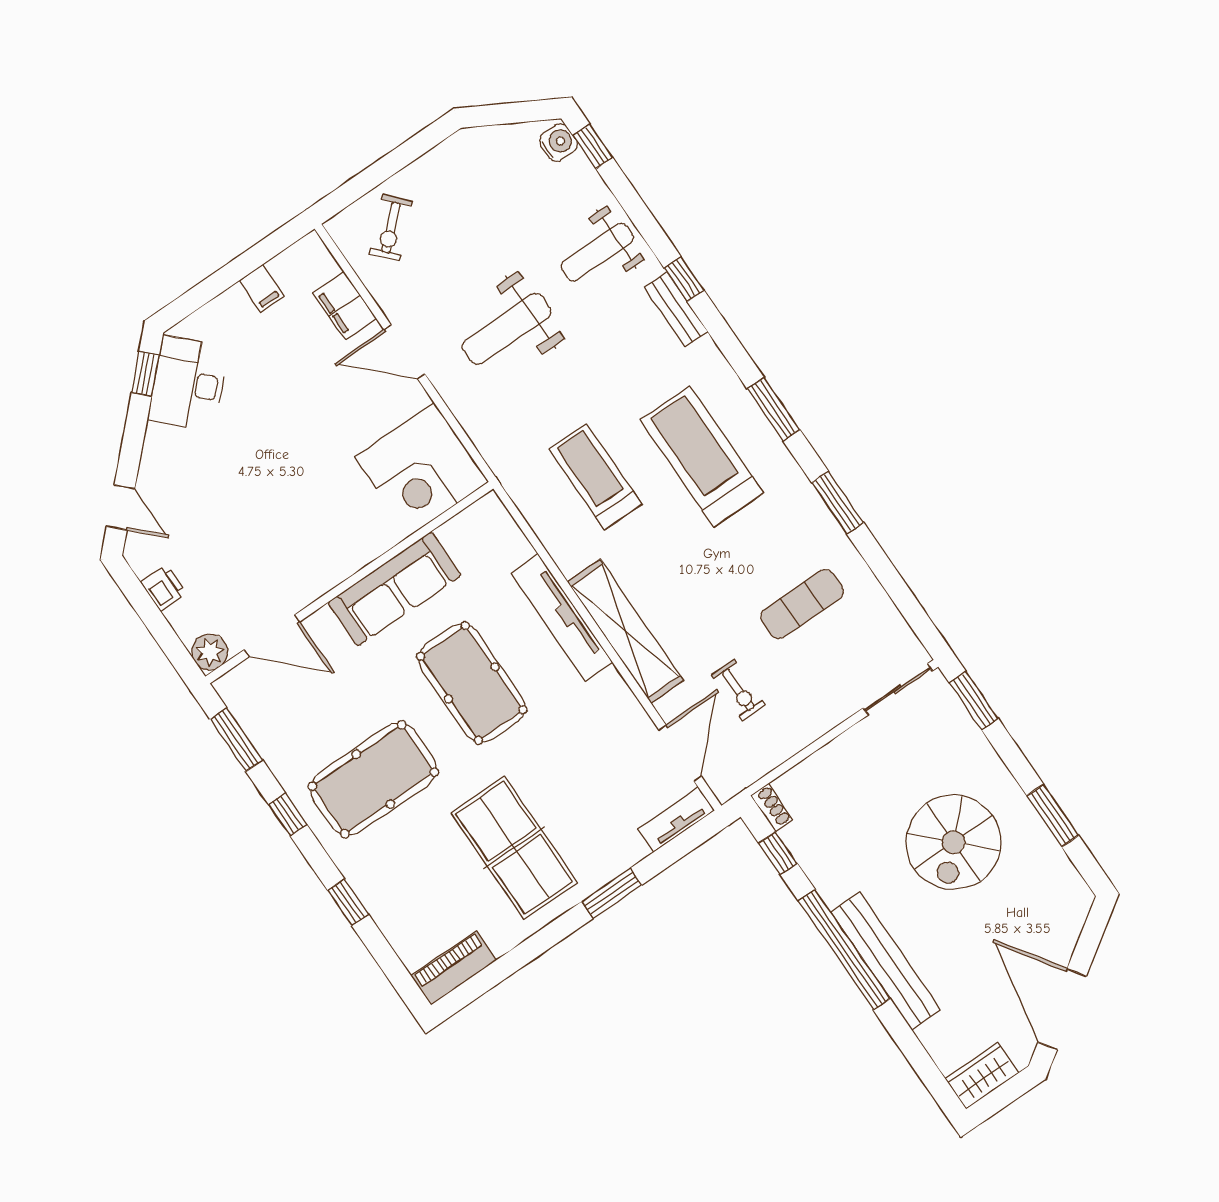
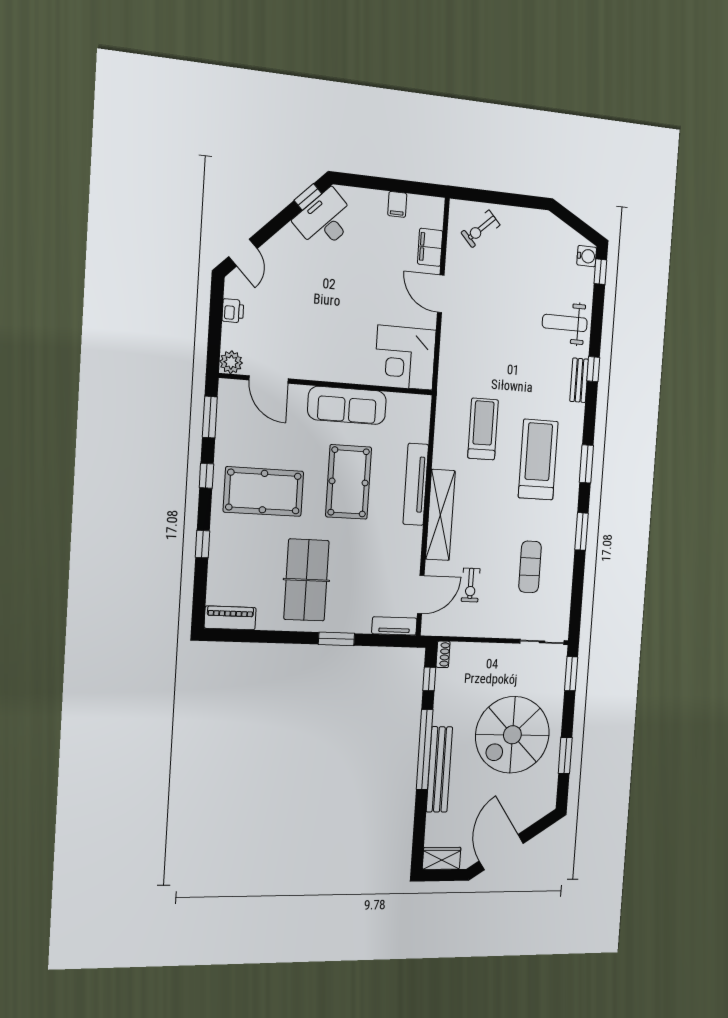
weight bench: (507, 329) -> (497, 324), removed
exercise mat: (802, 604) -> (530, 567), turned 90
spiral stairs: (954, 842) -> (512, 735), width x1.37, depth x1.37

